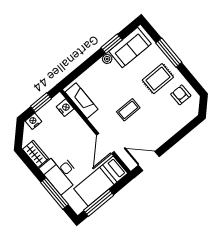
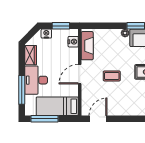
door: (105, 143) -> (80, 74), moved
door: (149, 161) -> (98, 119), hinge flipped

